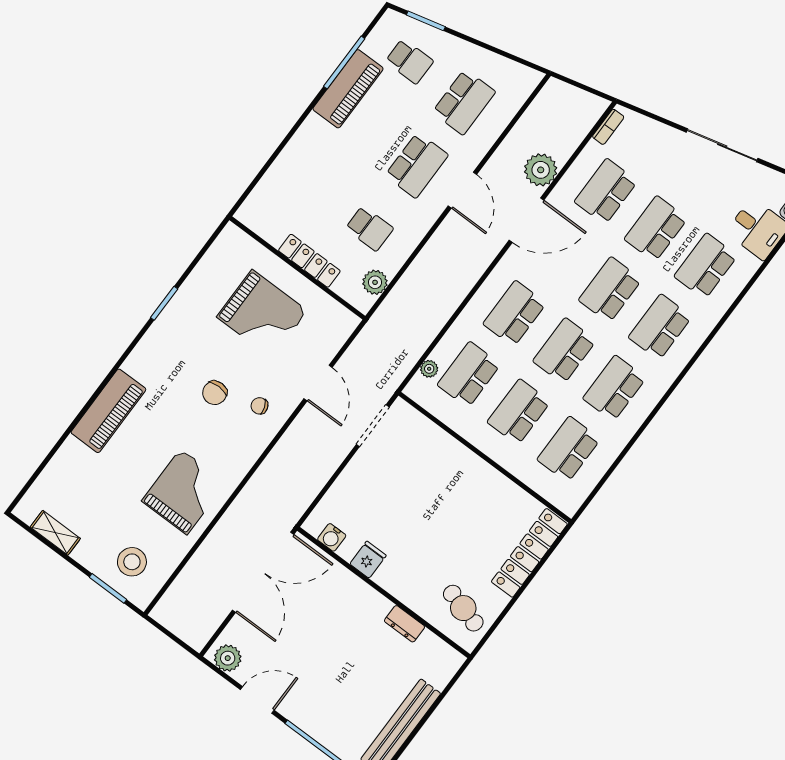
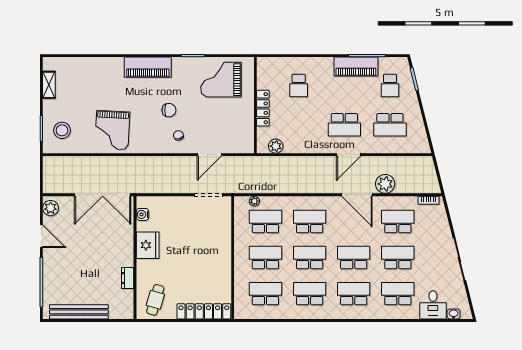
school desk: (369, 228) -> (299, 85), moved
grand piano: (262, 314) -> (221, 80), moved, turned 90
chair: (215, 393) -> (169, 110), turned 180
piano: (108, 411) -> (148, 67), moved
grand piano: (184, 492) -> (112, 130), turned 93
fridge: (368, 560) -> (148, 245), width x1.88, depth x1.34

